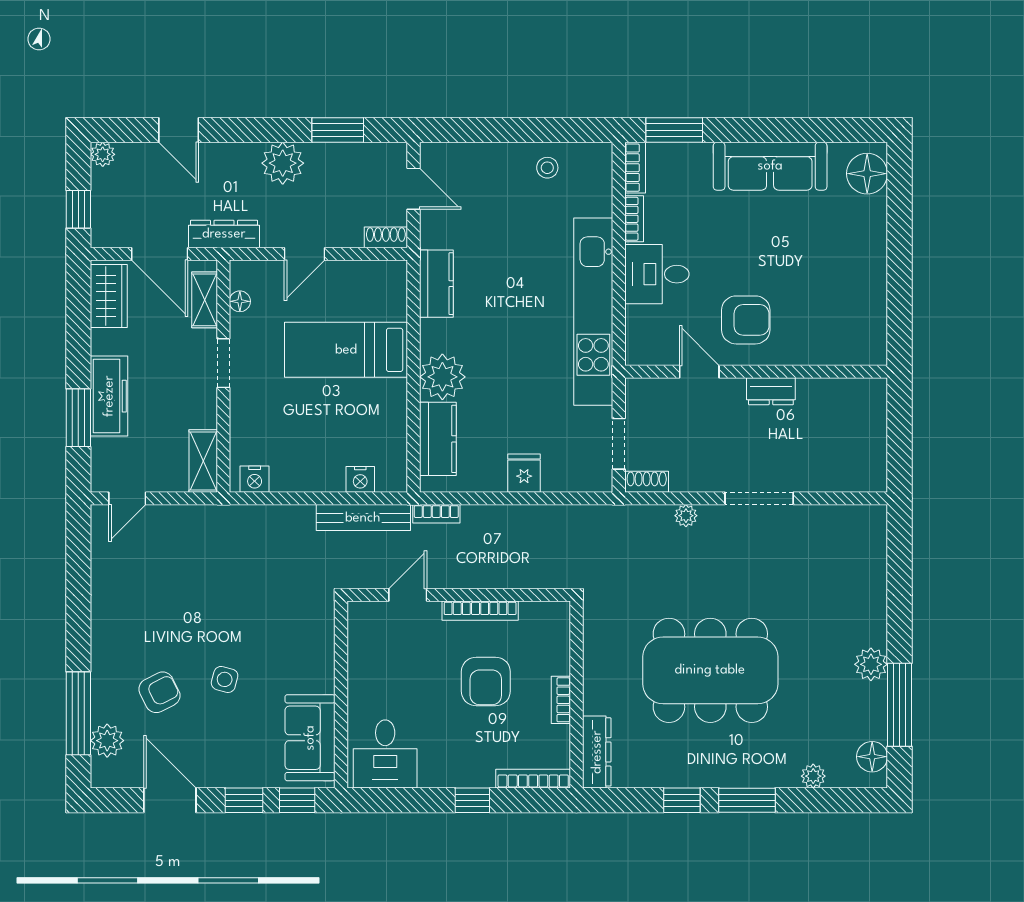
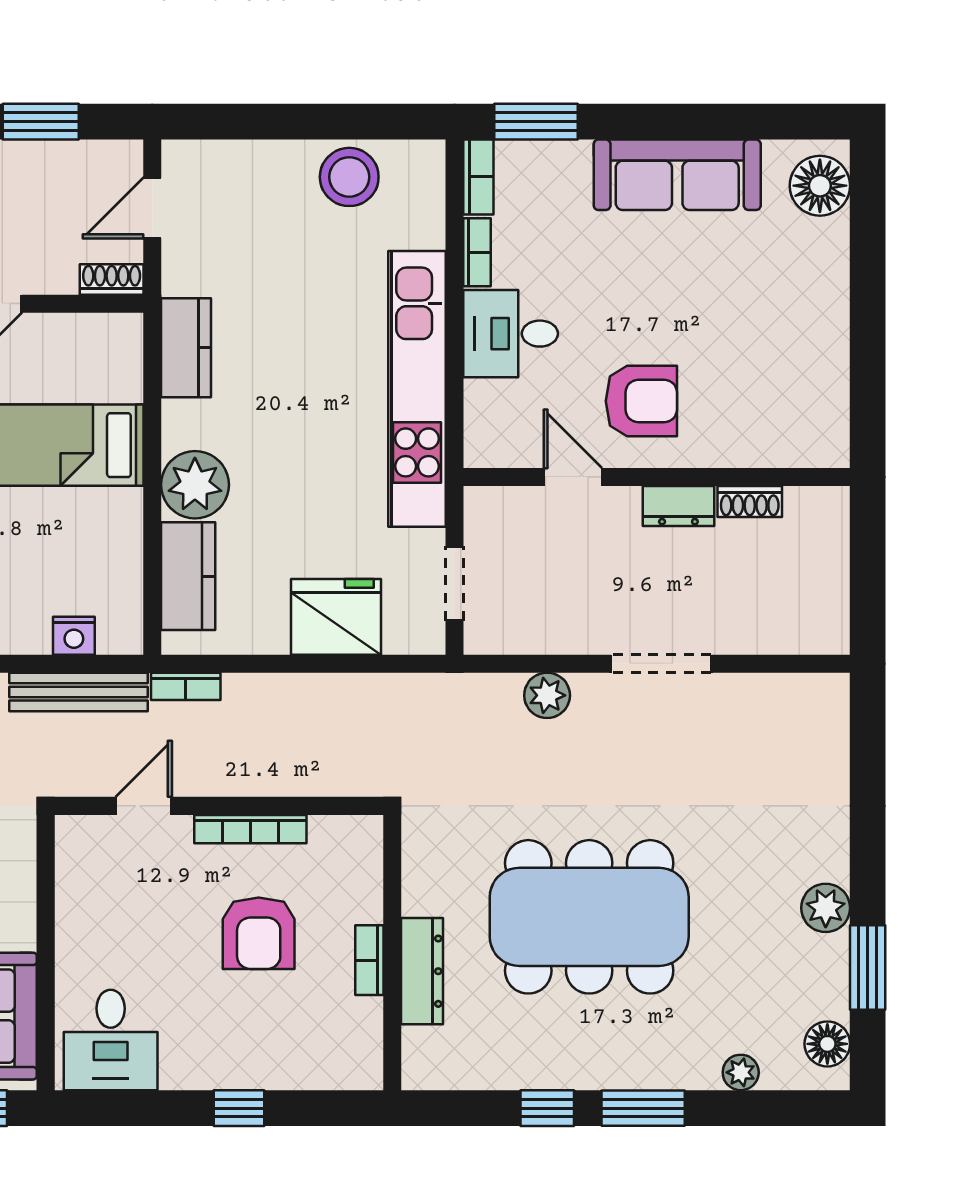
stool: (547, 168) -> (349, 177), width x1.89, depth x1.89
door: (413, 189) -> (152, 208), swing flipped
fridge: (524, 473) -> (336, 617), width x1.88, depth x1.34
shoe rack: (647, 482) -> (750, 502), moved, turned 180
plant: (686, 516) -> (547, 695), width x1.38, depth x1.38
window: (900, 705) -> (868, 967), width x0.69
dresser: (597, 752) -> (422, 971), moved
bookcase: (533, 779) -> (328, 1076), removed

